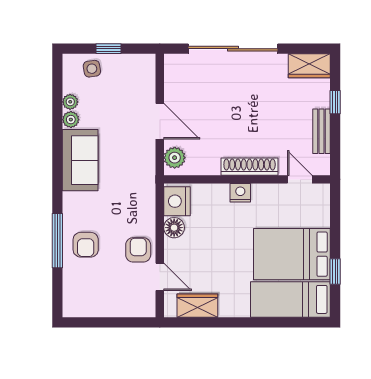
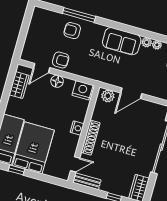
bench: (322, 131) -> (87, 181), moved
floor lamp: (174, 228) -> (57, 81), moved

